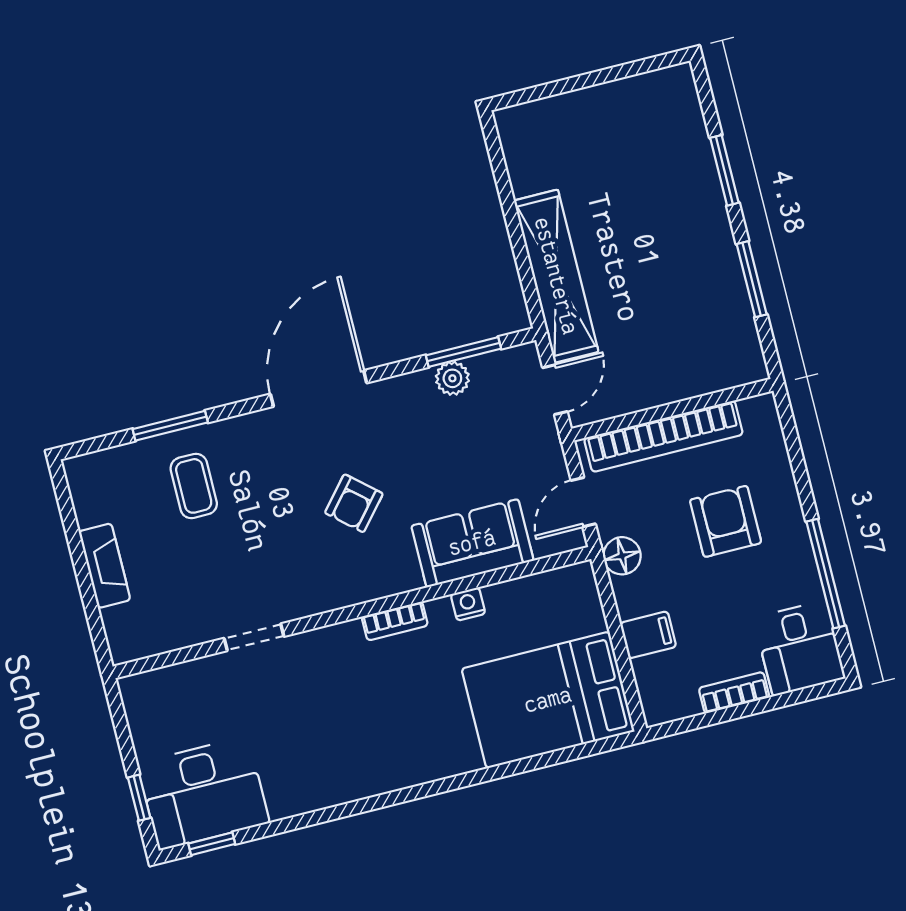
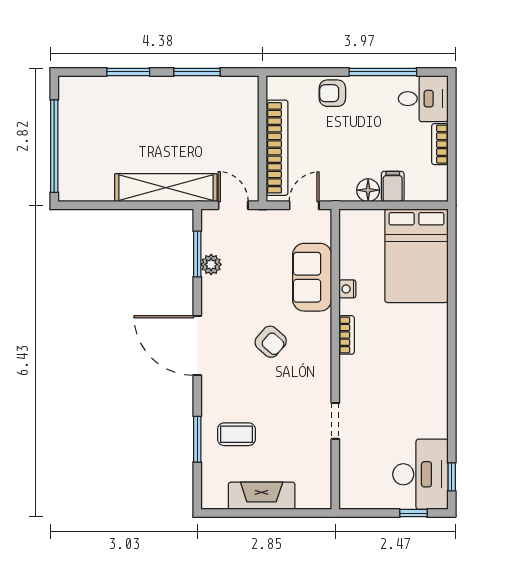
window: (577, 83) -> (54, 146), added
door: (583, 502) -> (304, 205), swing flipped
armchair: (726, 521) -> (332, 93), moved, width x0.72, depth x0.72
floor lamp: (622, 556) -> (368, 190), moved
fireplace: (105, 566) -> (262, 496), width x1.37, depth x1.32

